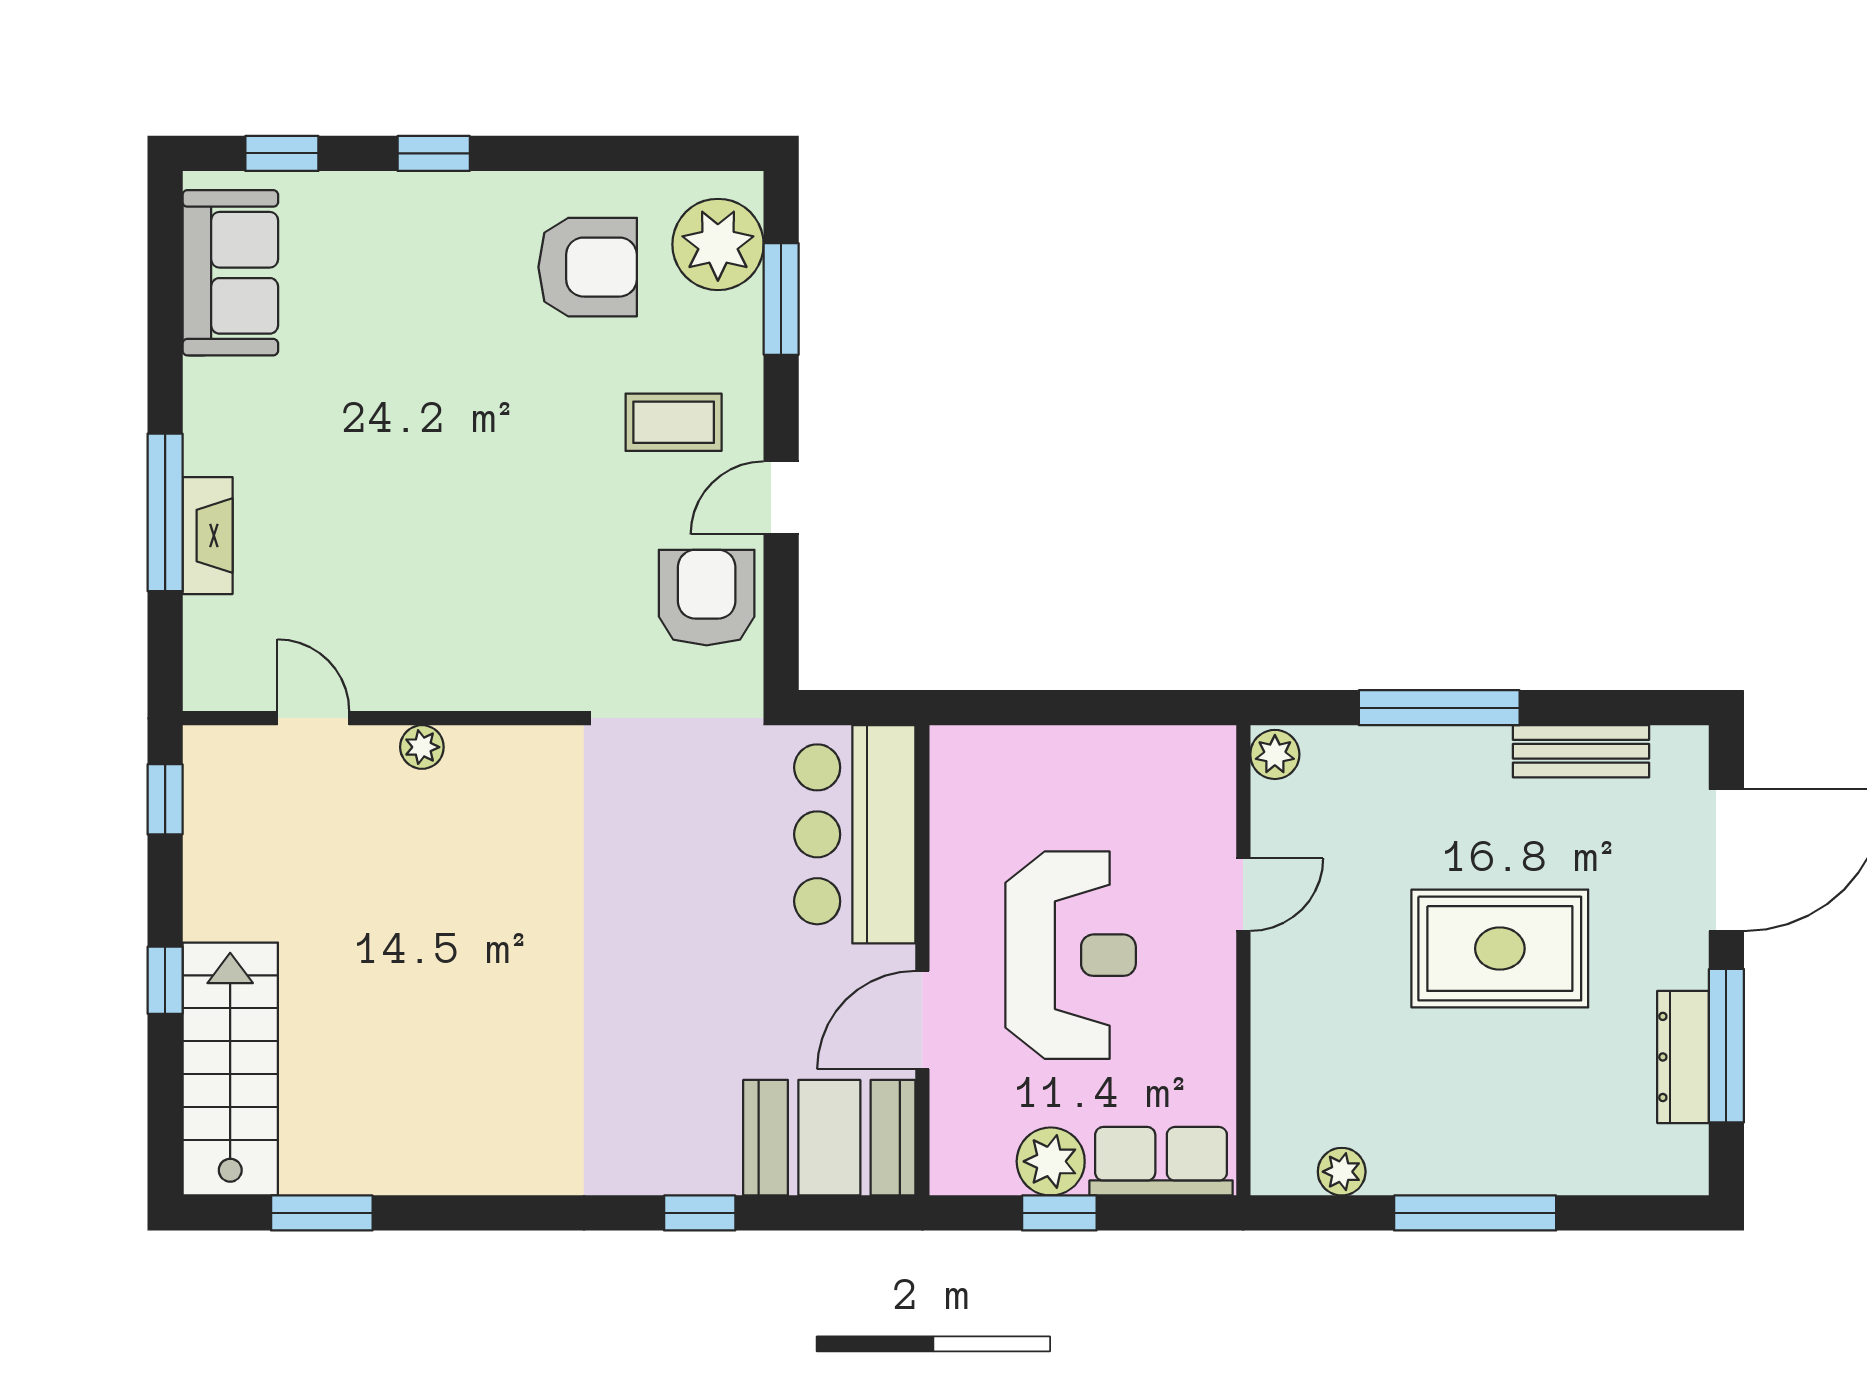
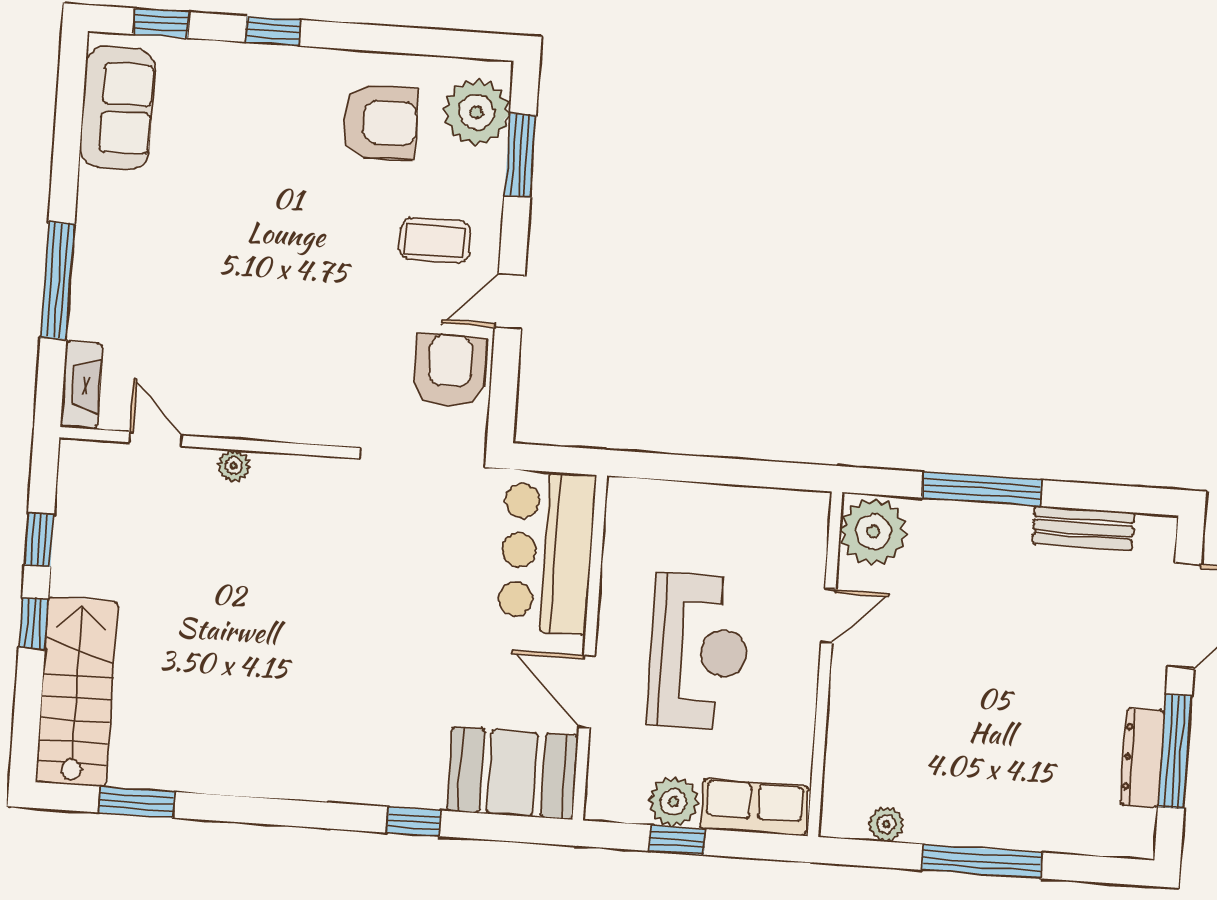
fireplace: (208, 536) -> (81, 385), moved
plant: (1275, 754) -> (873, 532), width x1.87, depth x1.87
window: (165, 799) -> (39, 540), moved
rug: (1500, 949) -> (1014, 669), removed
door: (922, 1020) -> (587, 691), hinge flipped

